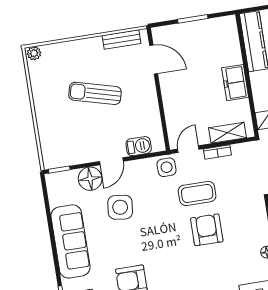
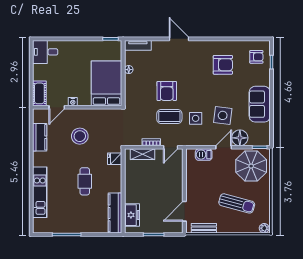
door: (154, 60) -> (184, 211), hinge flipped
freezer: (235, 83) -> (132, 215), moved
sun lounger: (95, 93) -> (237, 203), moved
parasol: (67, 140) -> (251, 166), added
side table: (167, 167) -> (196, 118), moved
sofa: (71, 241) -> (260, 104), width x0.73

